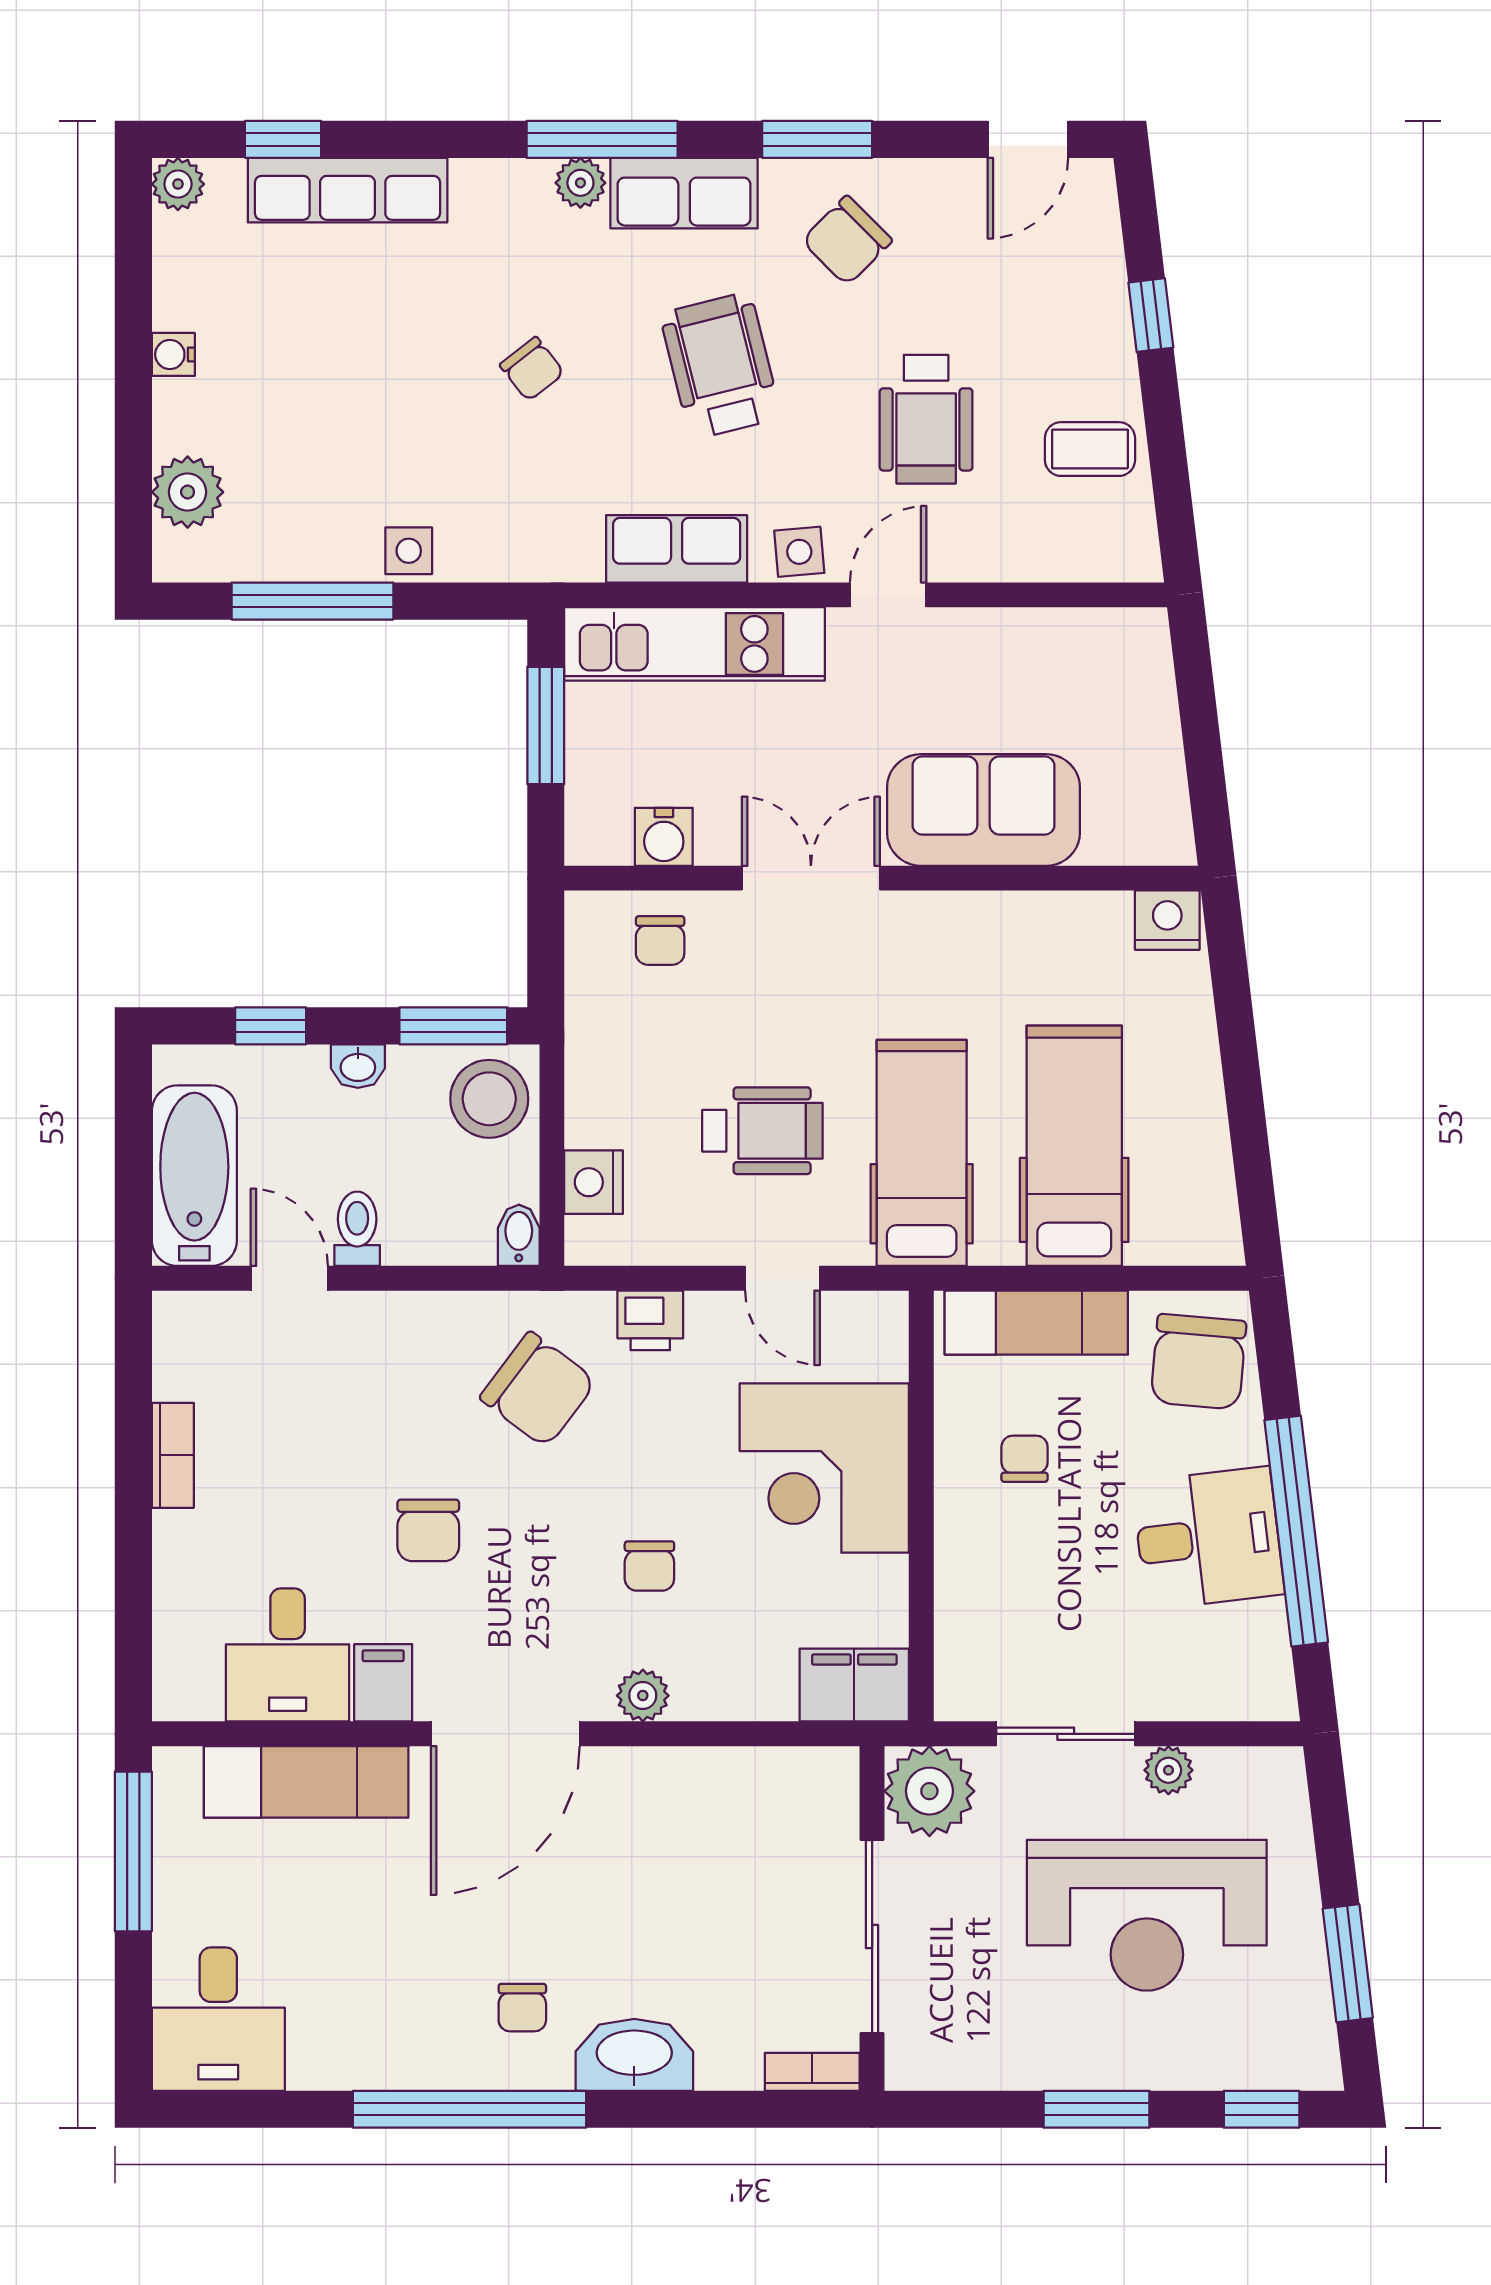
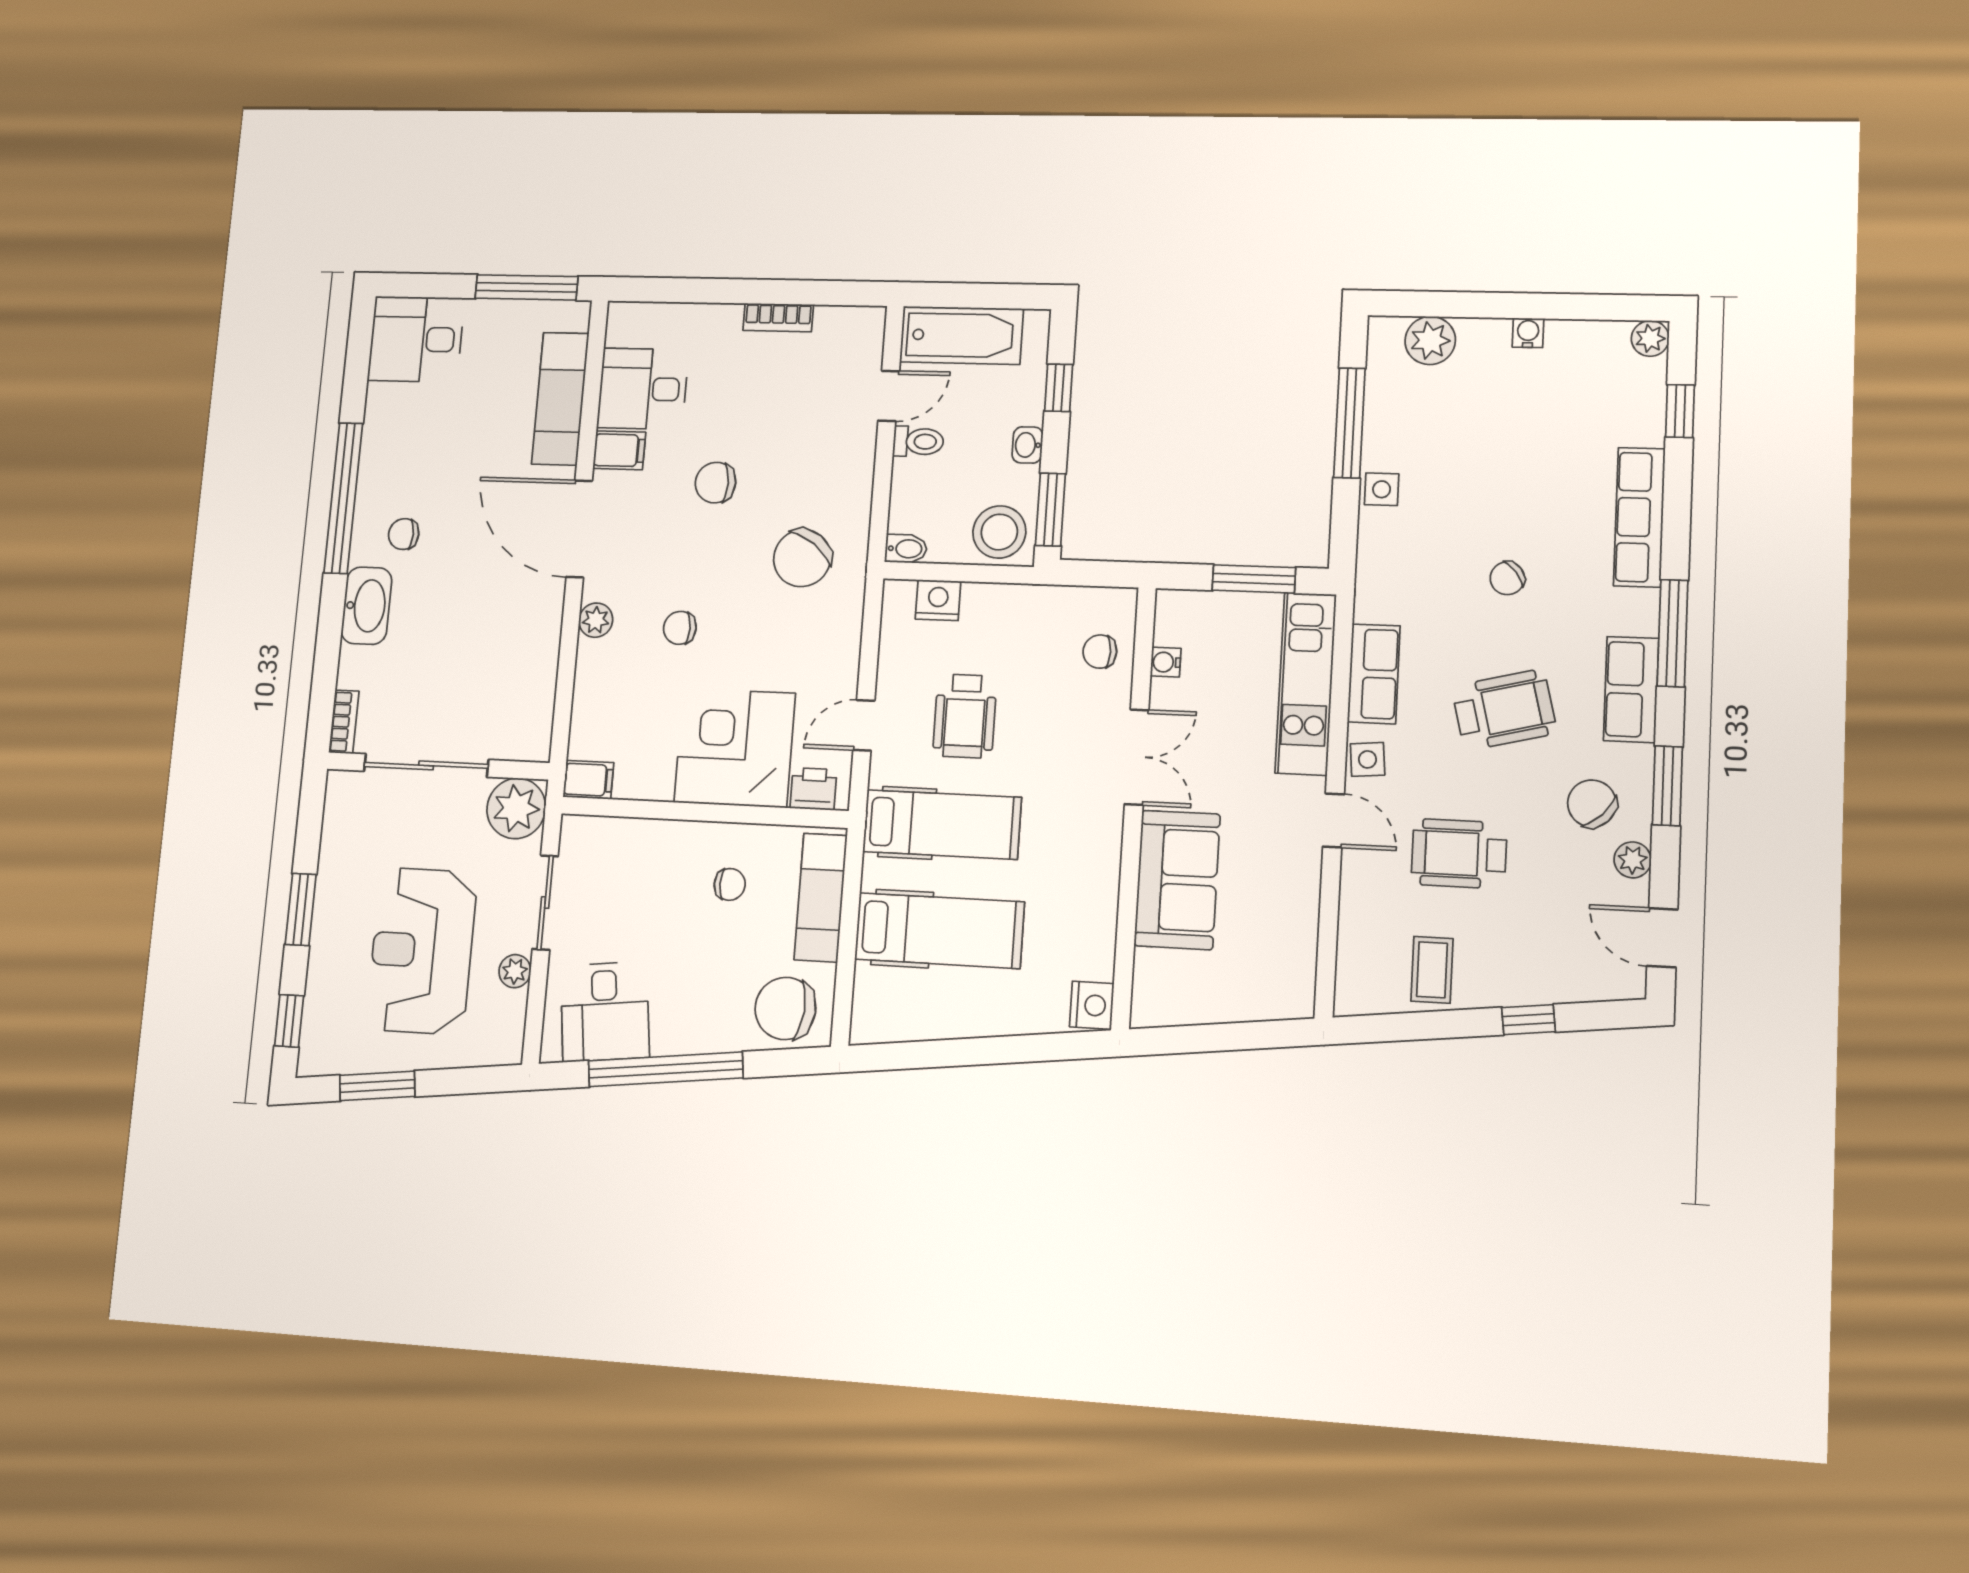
plant: (580, 183) -> (1633, 860), moved
row of seats: (348, 190) -> (1639, 517), moved
water cooler: (664, 837) -> (1166, 662), width x0.72, depth x0.72
printer: (650, 1320) -> (813, 789), moved, turned 90
desk: (1208, 1538) -> (605, 1012), moved
filing cabinet: (854, 1685) -> (588, 780), width x0.50

